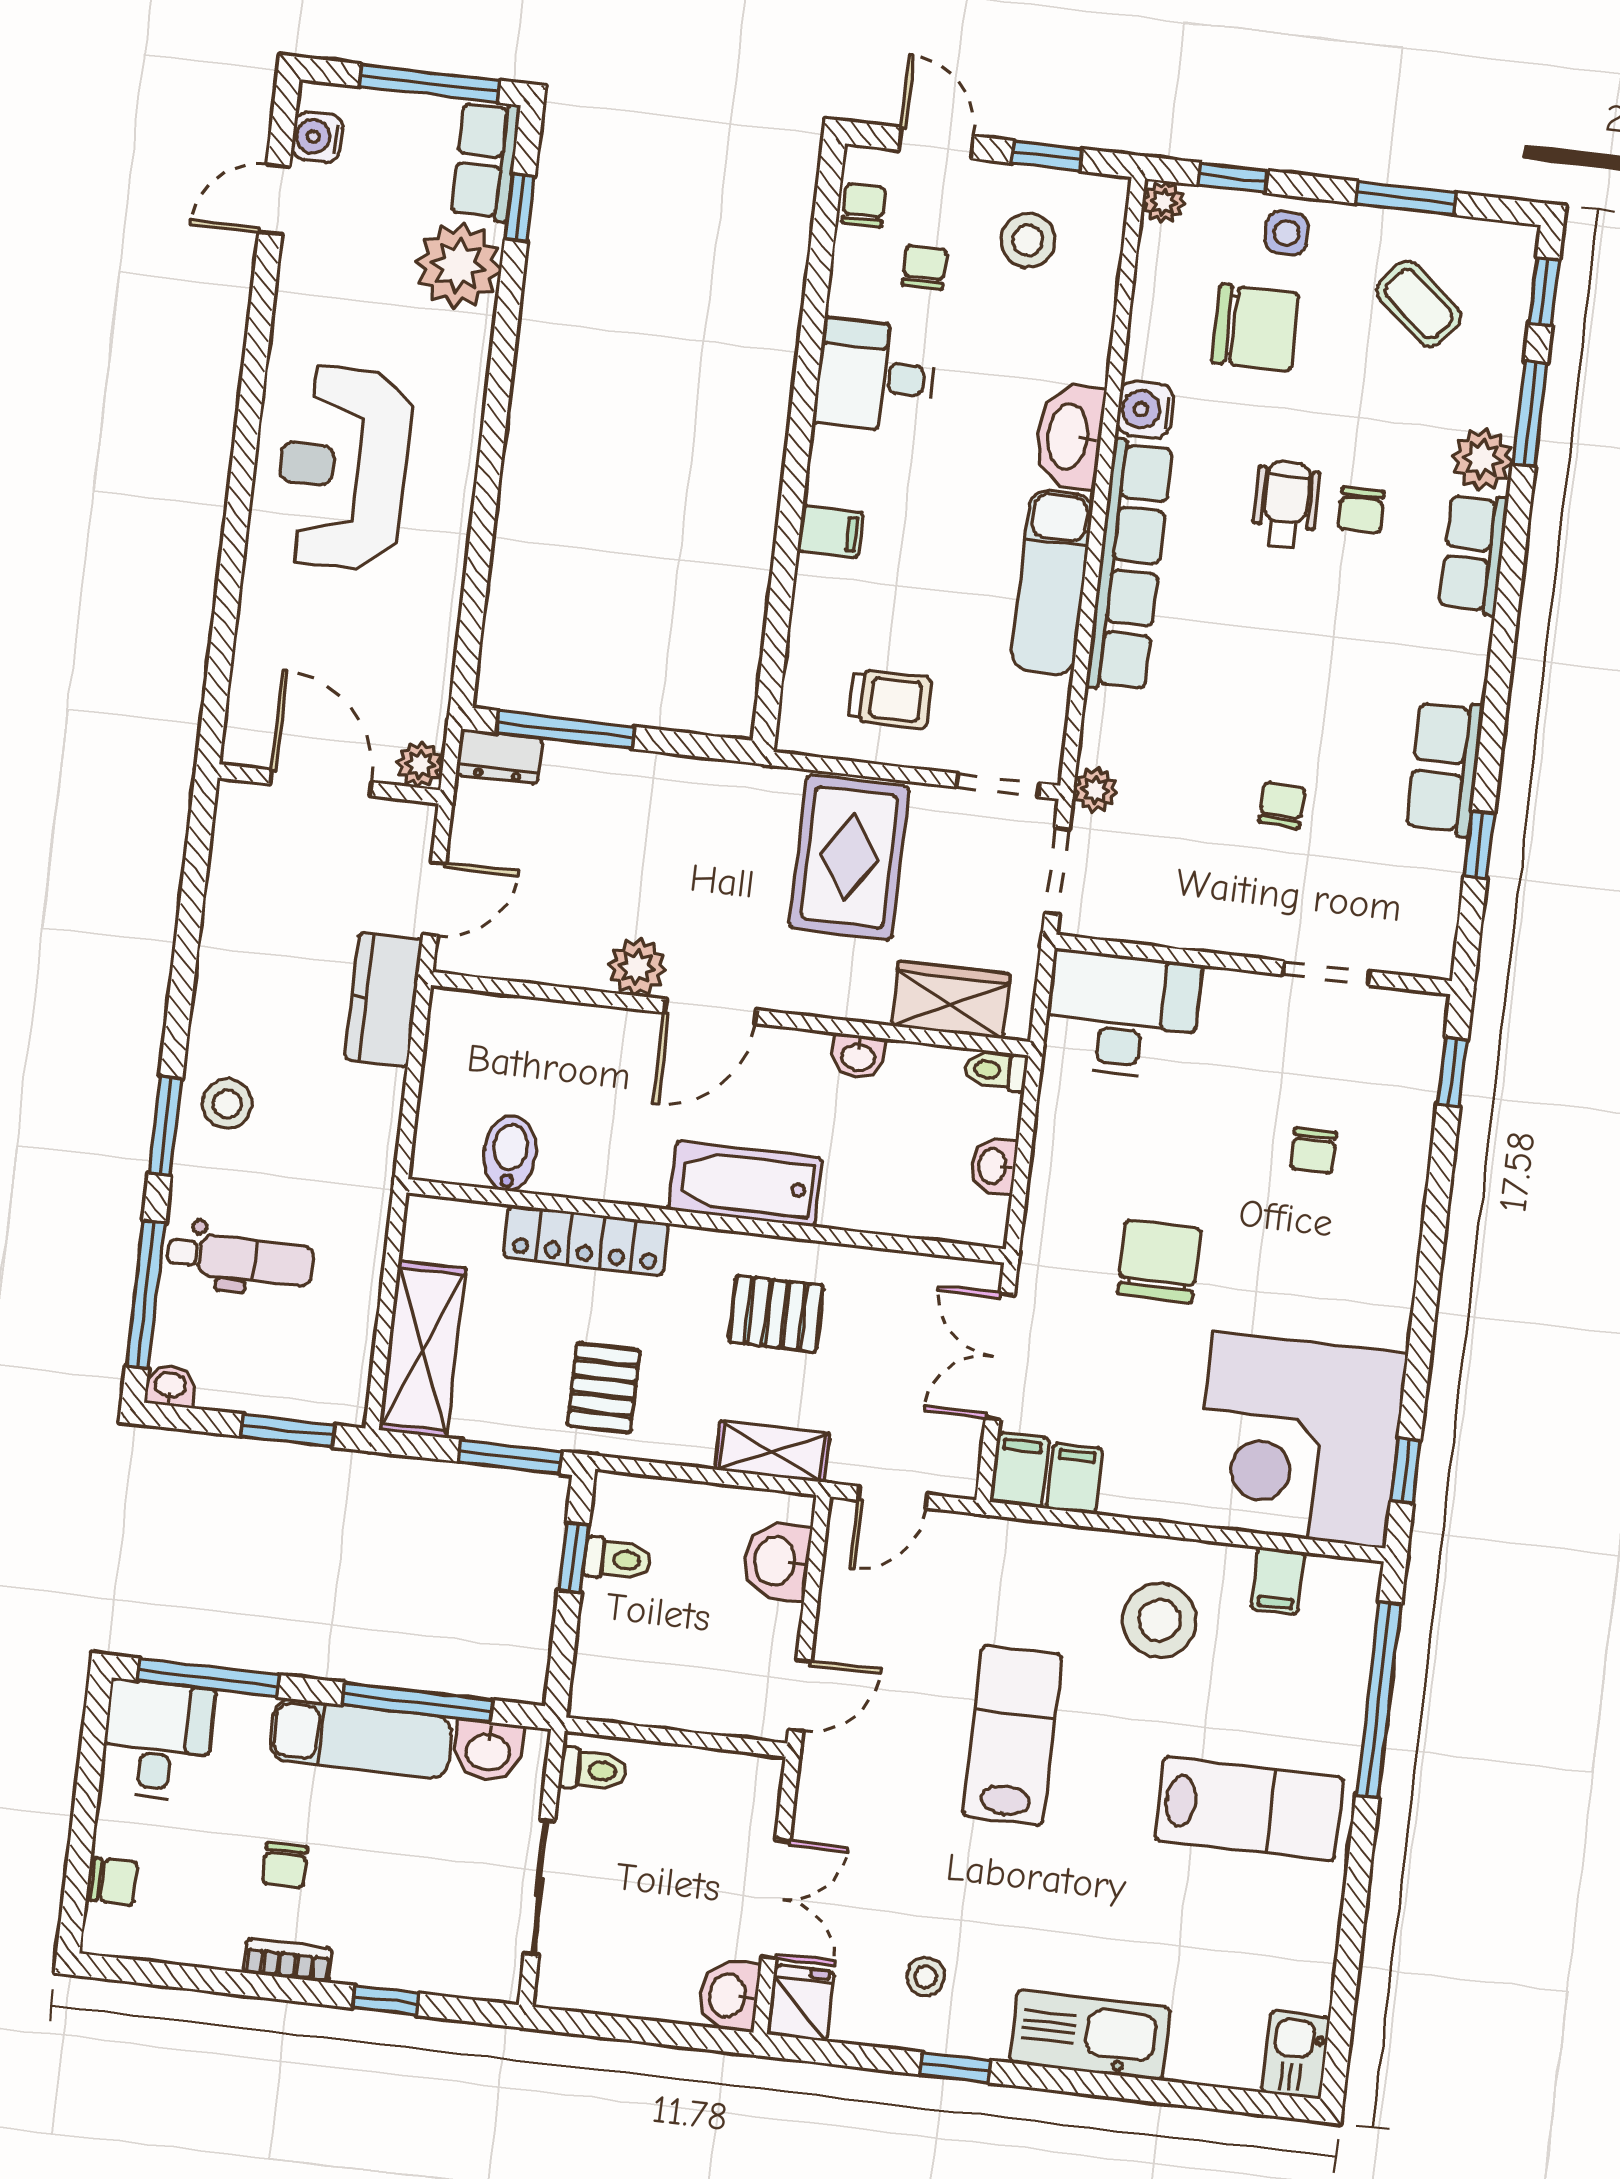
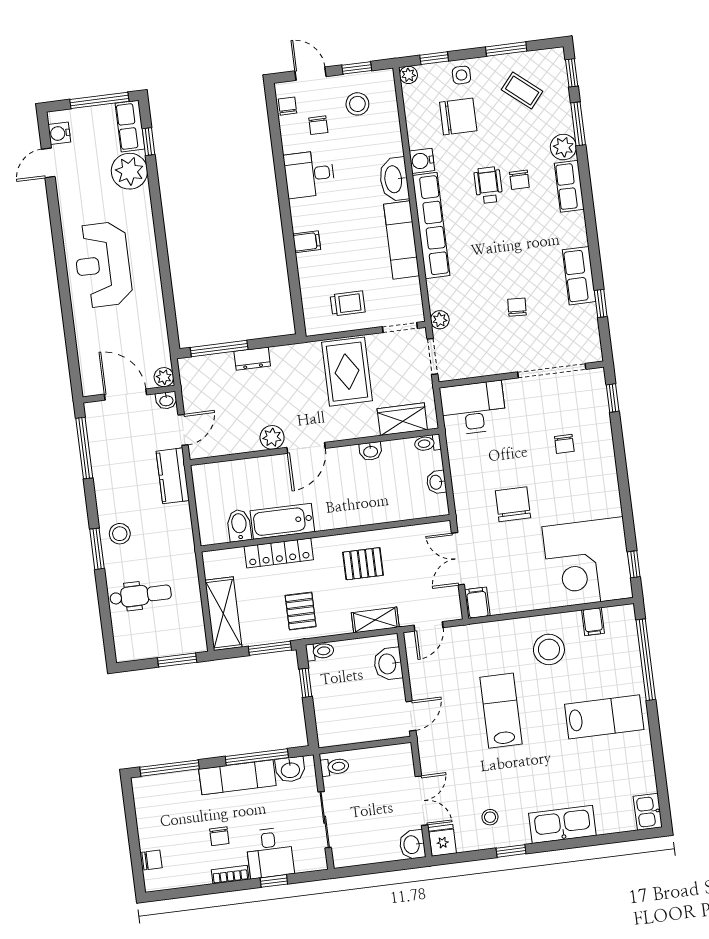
chair: (925, 267) -> (318, 125), turned 180
dresser: (499, 757) -> (252, 359), moved
doorway: (1326, 973) -> (552, 371), width x1.88
bathtub: (745, 1184) -> (282, 521), moved
window: (146, 1295) -> (84, 448), moved
washbasin: (170, 1386) -> (166, 400), moved, turned 180
filing cabinet: (1074, 1479) -> (500, 601), removed
toilet: (617, 1559) -> (320, 651), moved
desk: (158, 1740) -> (270, 853), moved, turned 180

